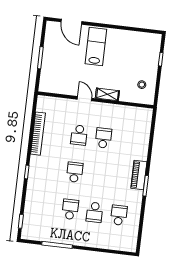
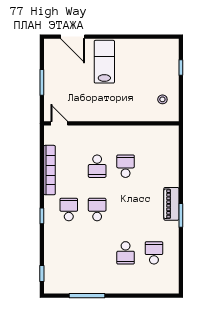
shelving: (107, 94) -> (124, 115), removed
door: (85, 99) -> (59, 123), moved
school desk: (70, 209) -> (69, 210), moved

